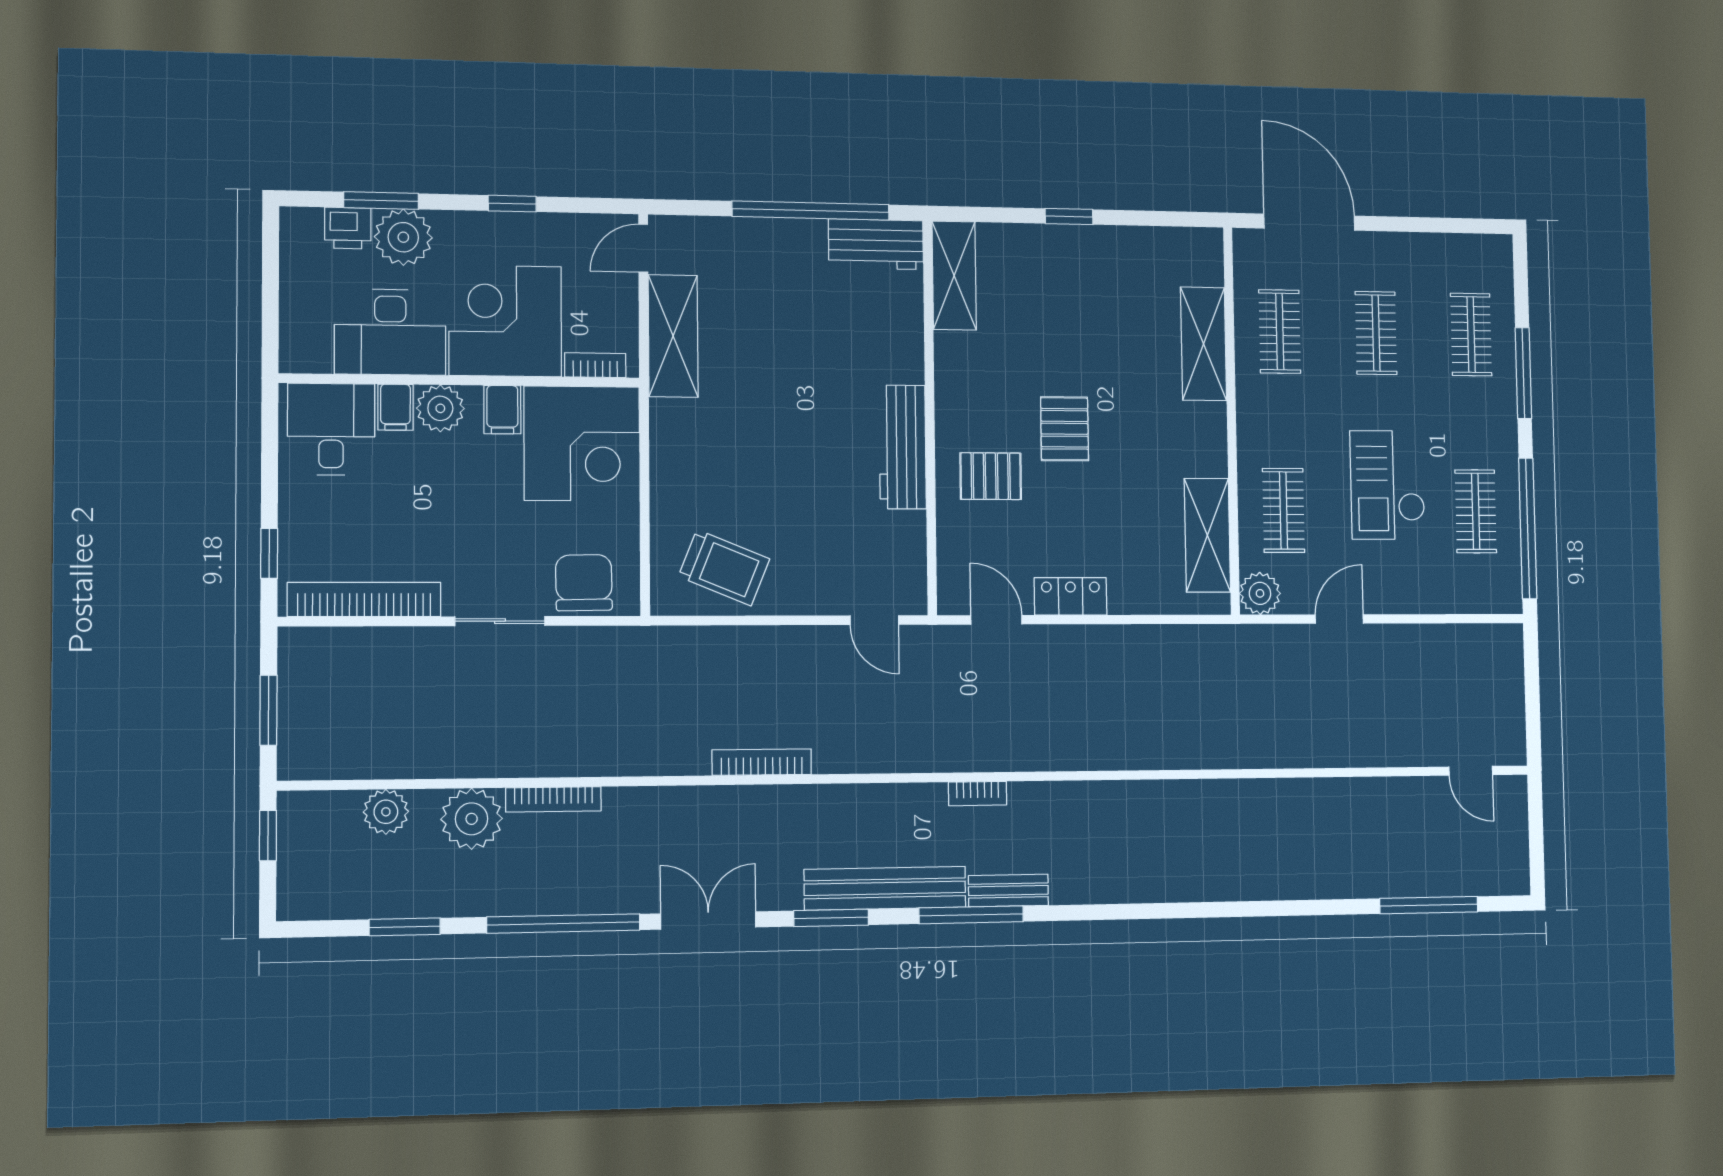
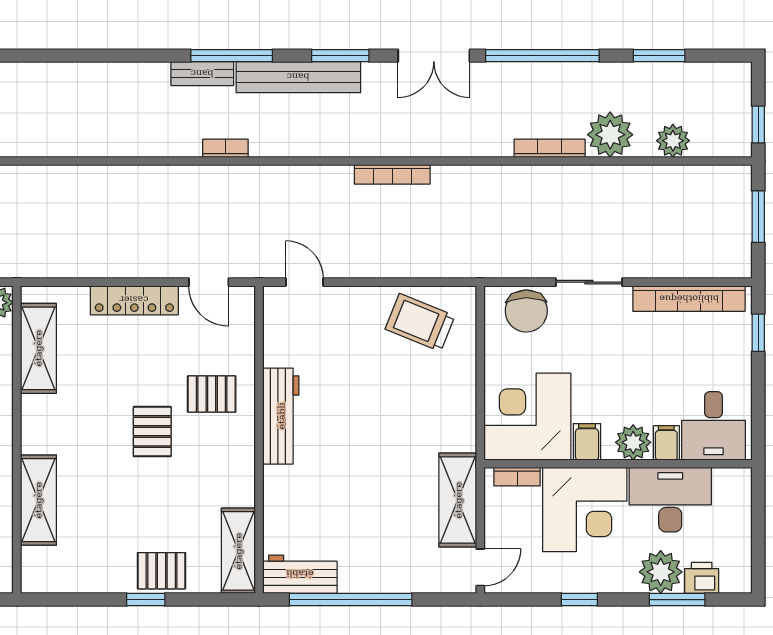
pallet: (1050, 252) -> (162, 571), added
locker: (1071, 596) -> (134, 300), width x1.53

